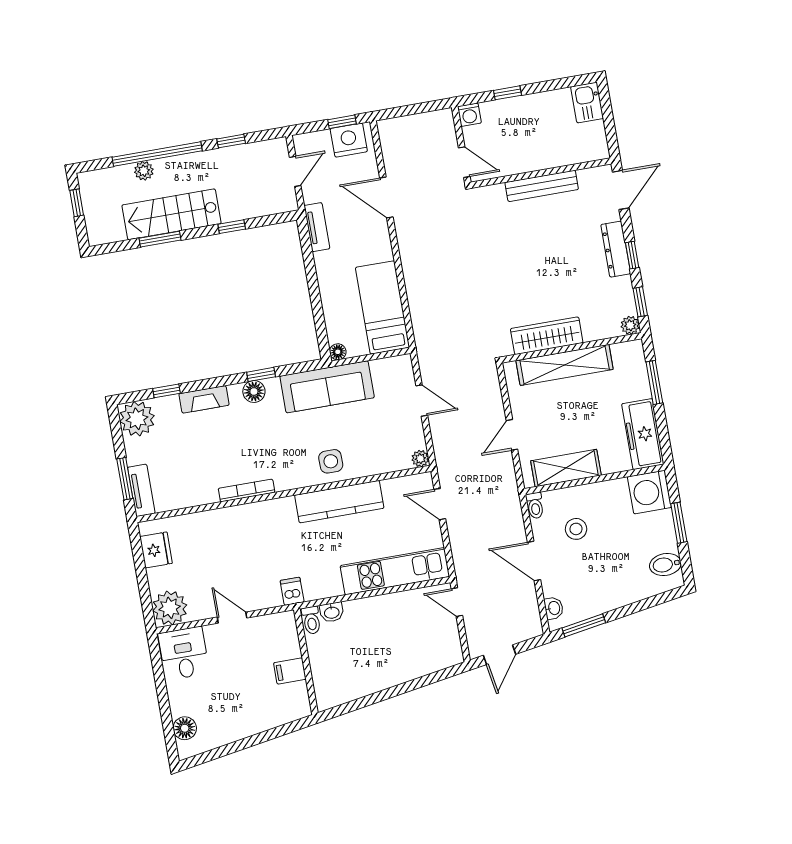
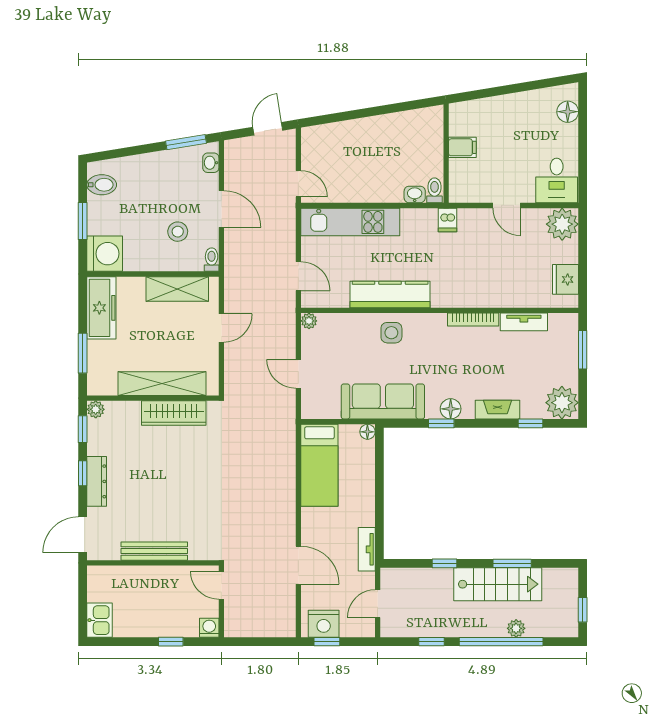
tv unit: (141, 490) -> (524, 322), moved, turned -90

